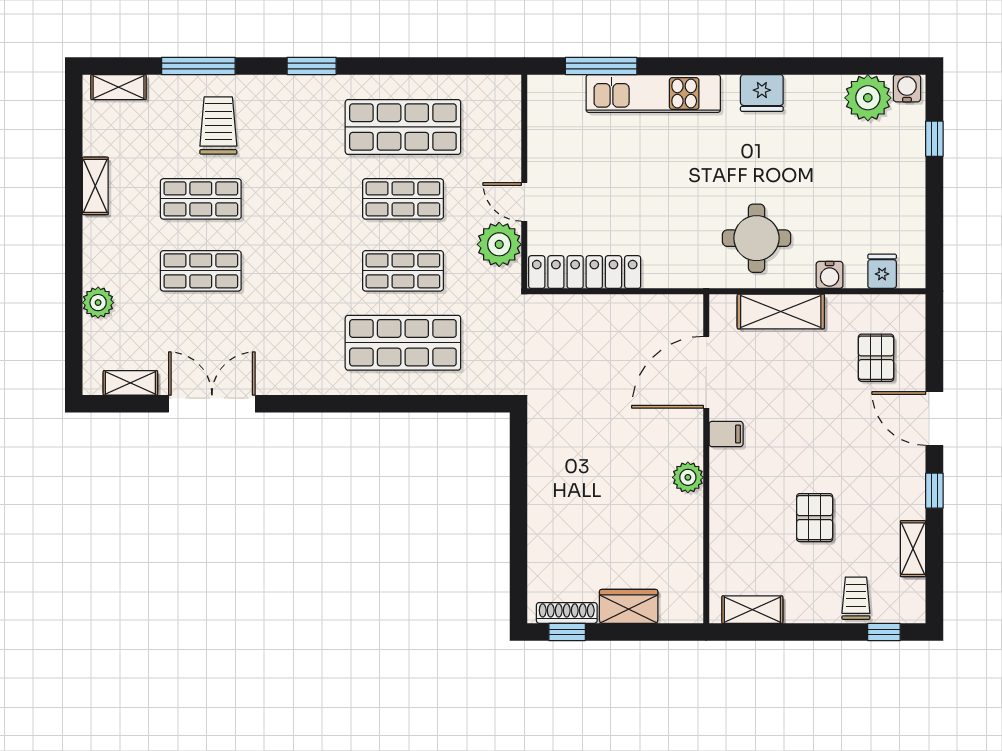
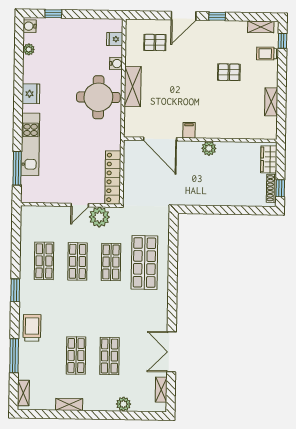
window: (312, 66) -> (15, 290), moved
plant: (868, 98) -> (29, 49), width x0.53, depth x0.53
trolley: (218, 126) -> (32, 328), moved, turned 90
shop shelf: (403, 127) -> (44, 261), width x0.70, depth x0.74
round table: (756, 238) -> (98, 97), width x1.36, depth x1.36
door: (706, 372) -> (160, 139), moved
filing cabinet: (726, 434) -> (189, 130), moved
wall: (706, 459) -> (200, 140), moved
plant: (688, 477) -> (209, 148), moved
shelving: (913, 549) -> (261, 27), moved

